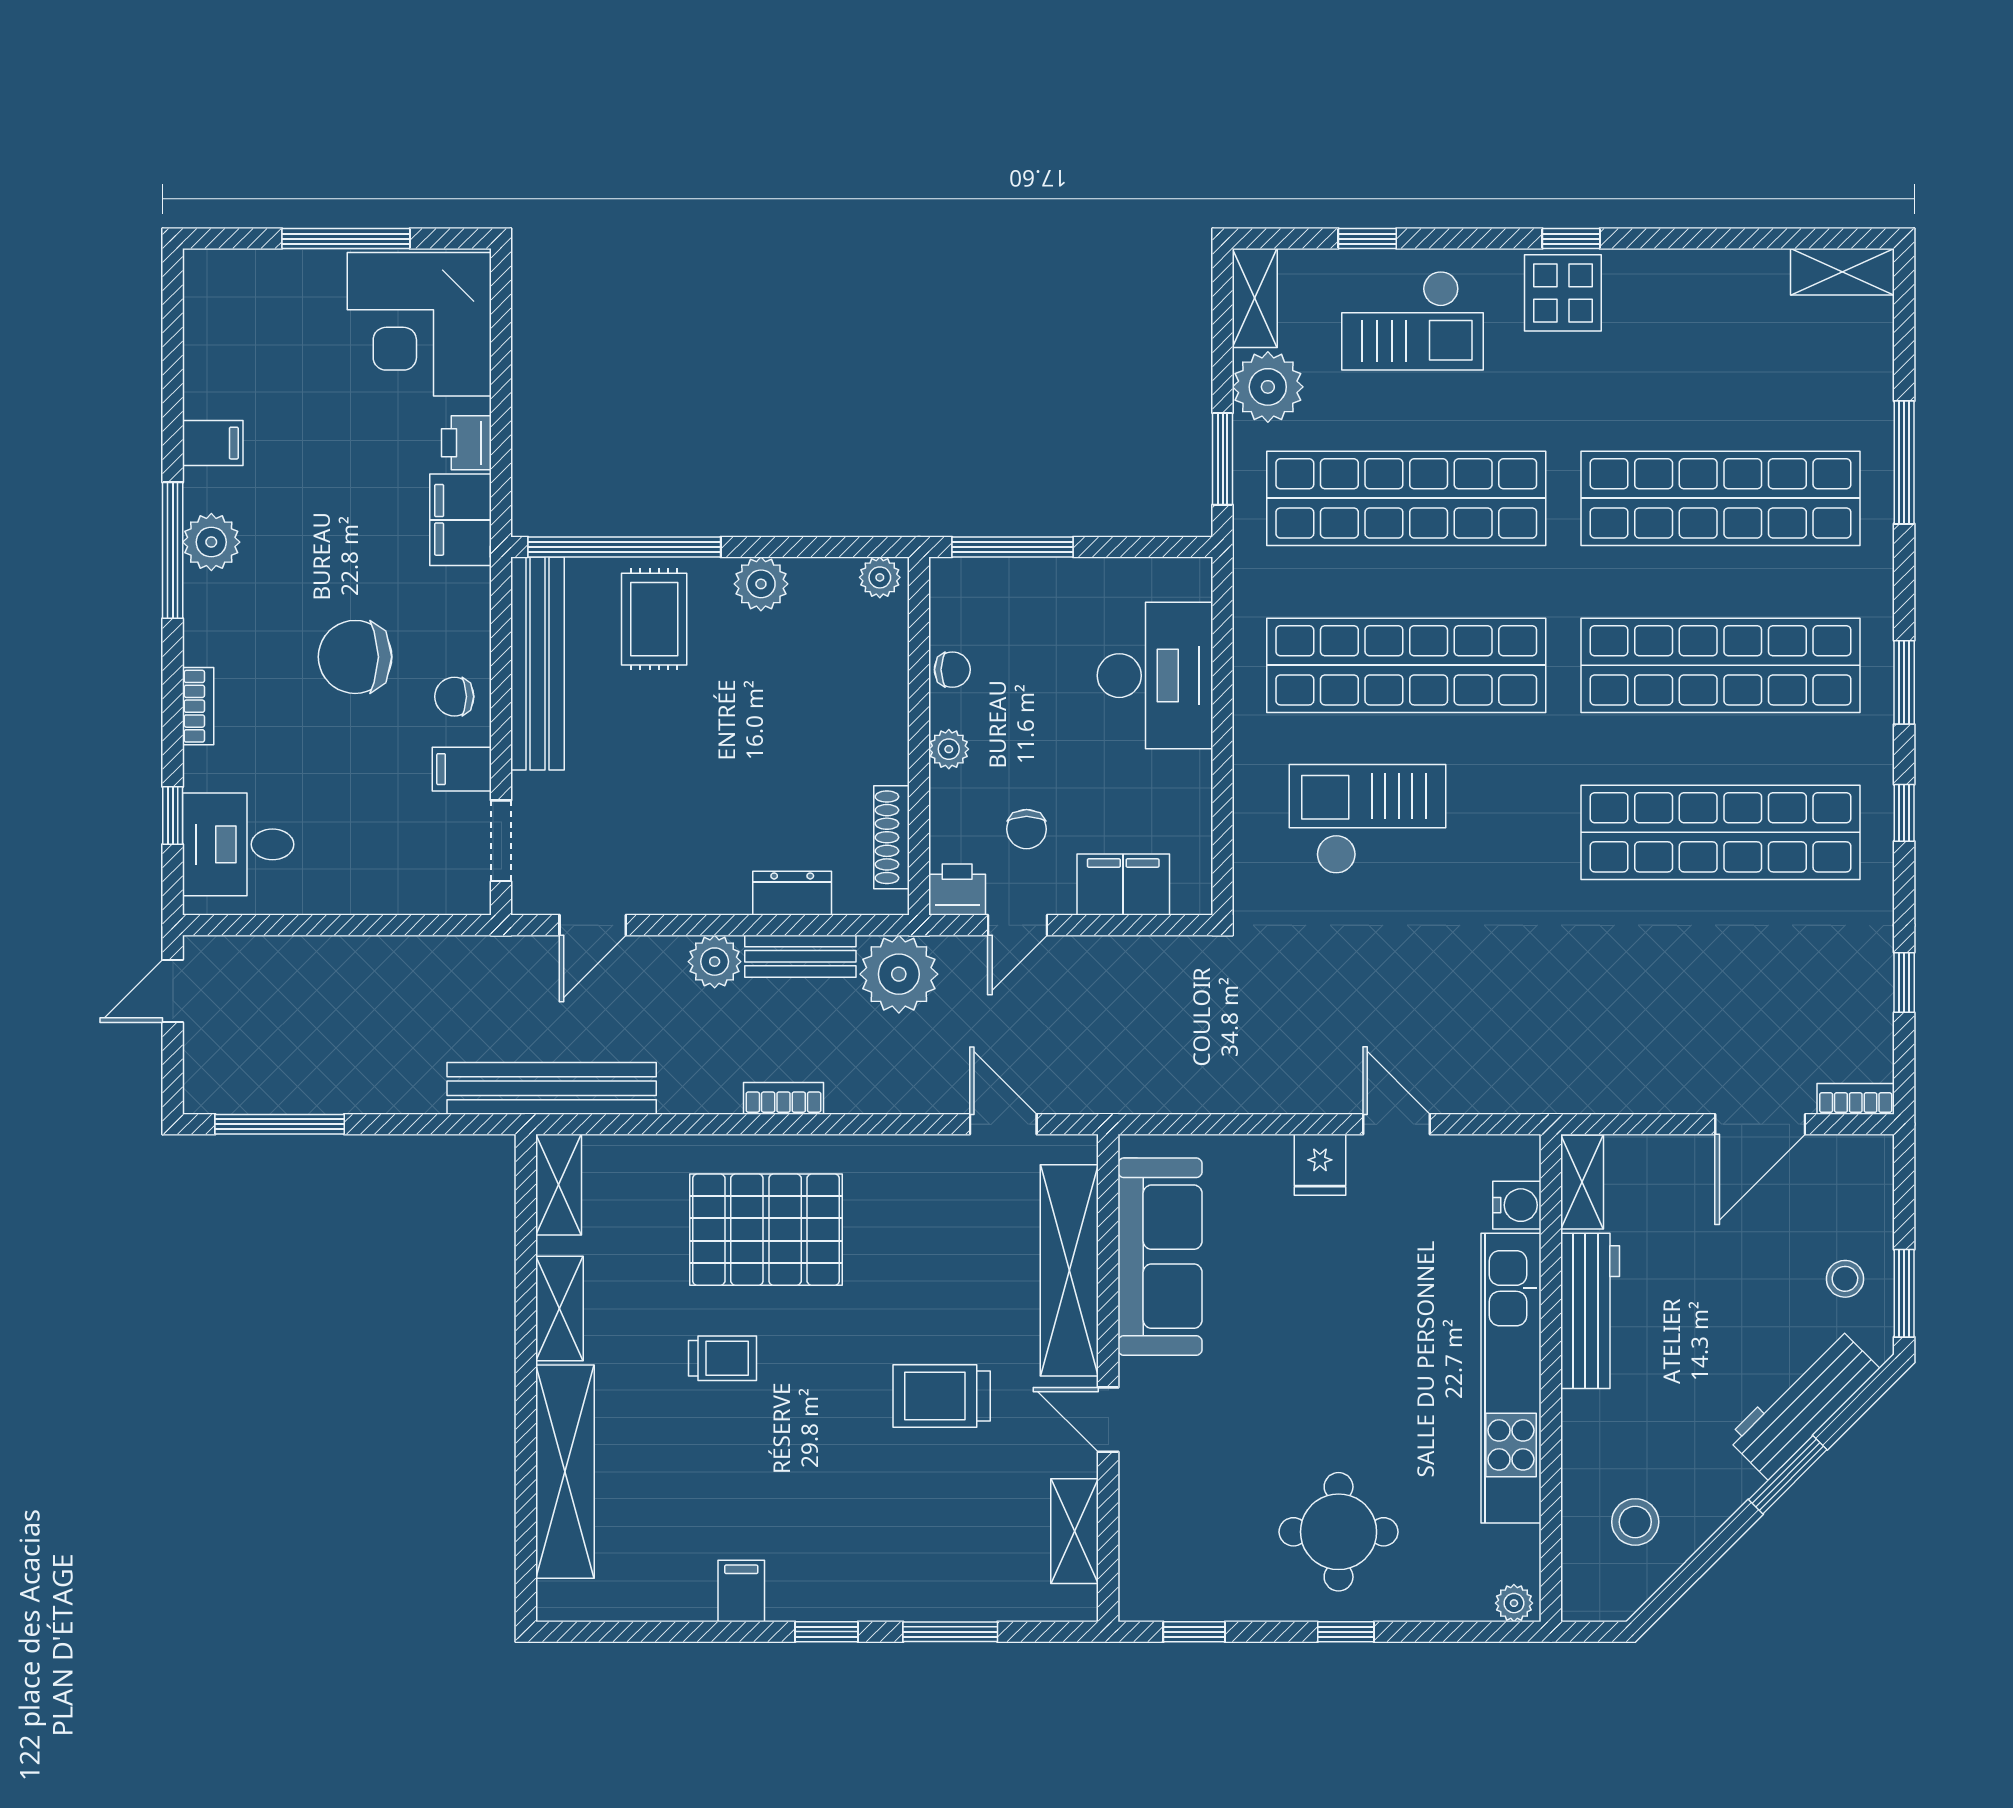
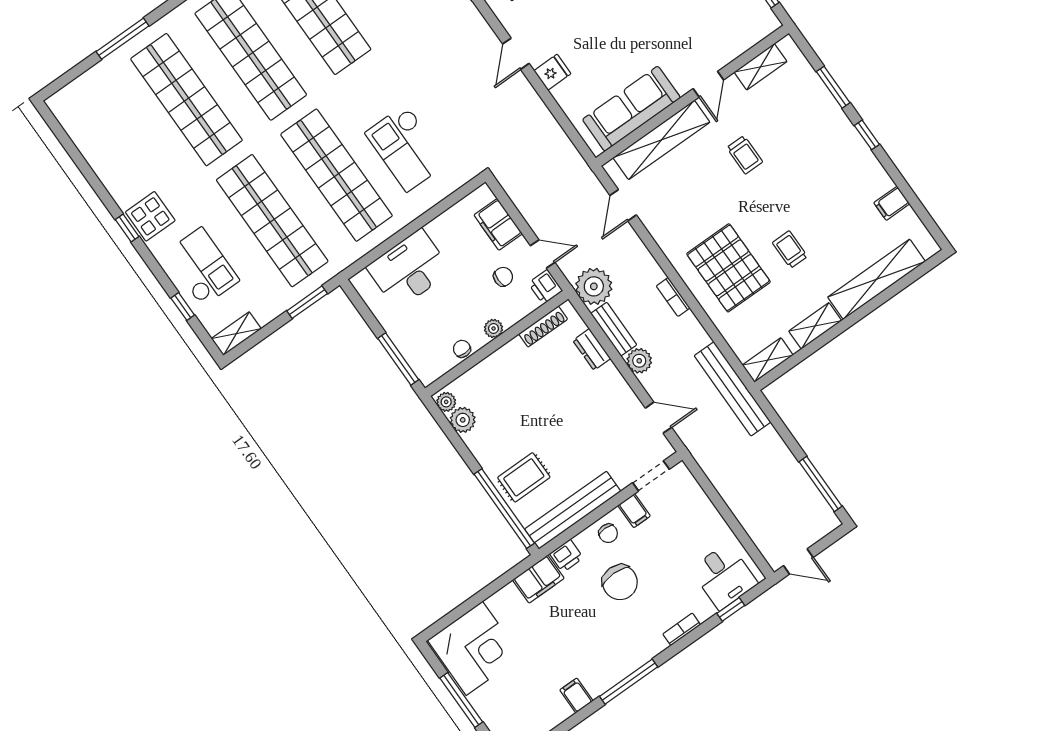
shelving: (1842, 272) -> (66, 114), removed
plant: (1268, 387) -> (267, 304), removed
printer: (466, 443) -> (566, 556), moved
plant: (211, 542) -> (615, 669), removed
plant: (761, 584) -> (463, 420), moved
trolley: (942, 1396) -> (745, 155), width x0.73, depth x0.72
filing cabinet: (741, 1591) -> (892, 203), moved

